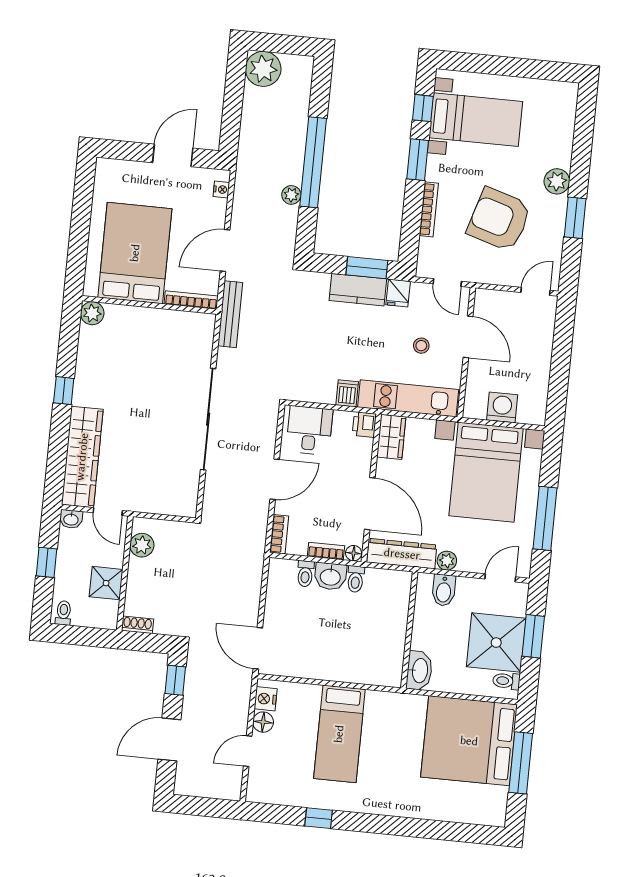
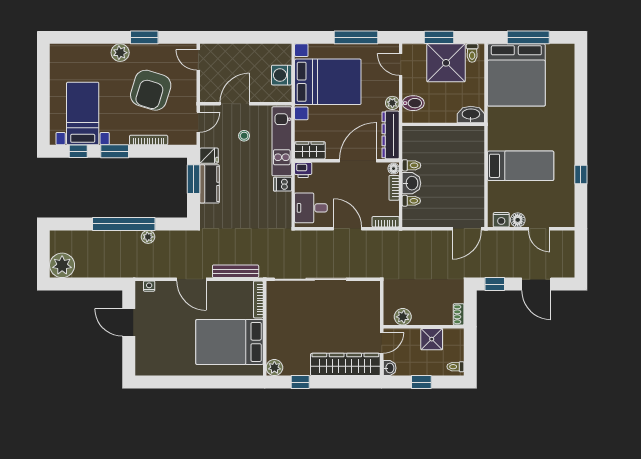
bed: (135, 253) -> (230, 342), moved
bookcase: (191, 300) -> (258, 299), moved
wall: (149, 305) -> (265, 328), moved
plant: (92, 313) -> (274, 368), moved

